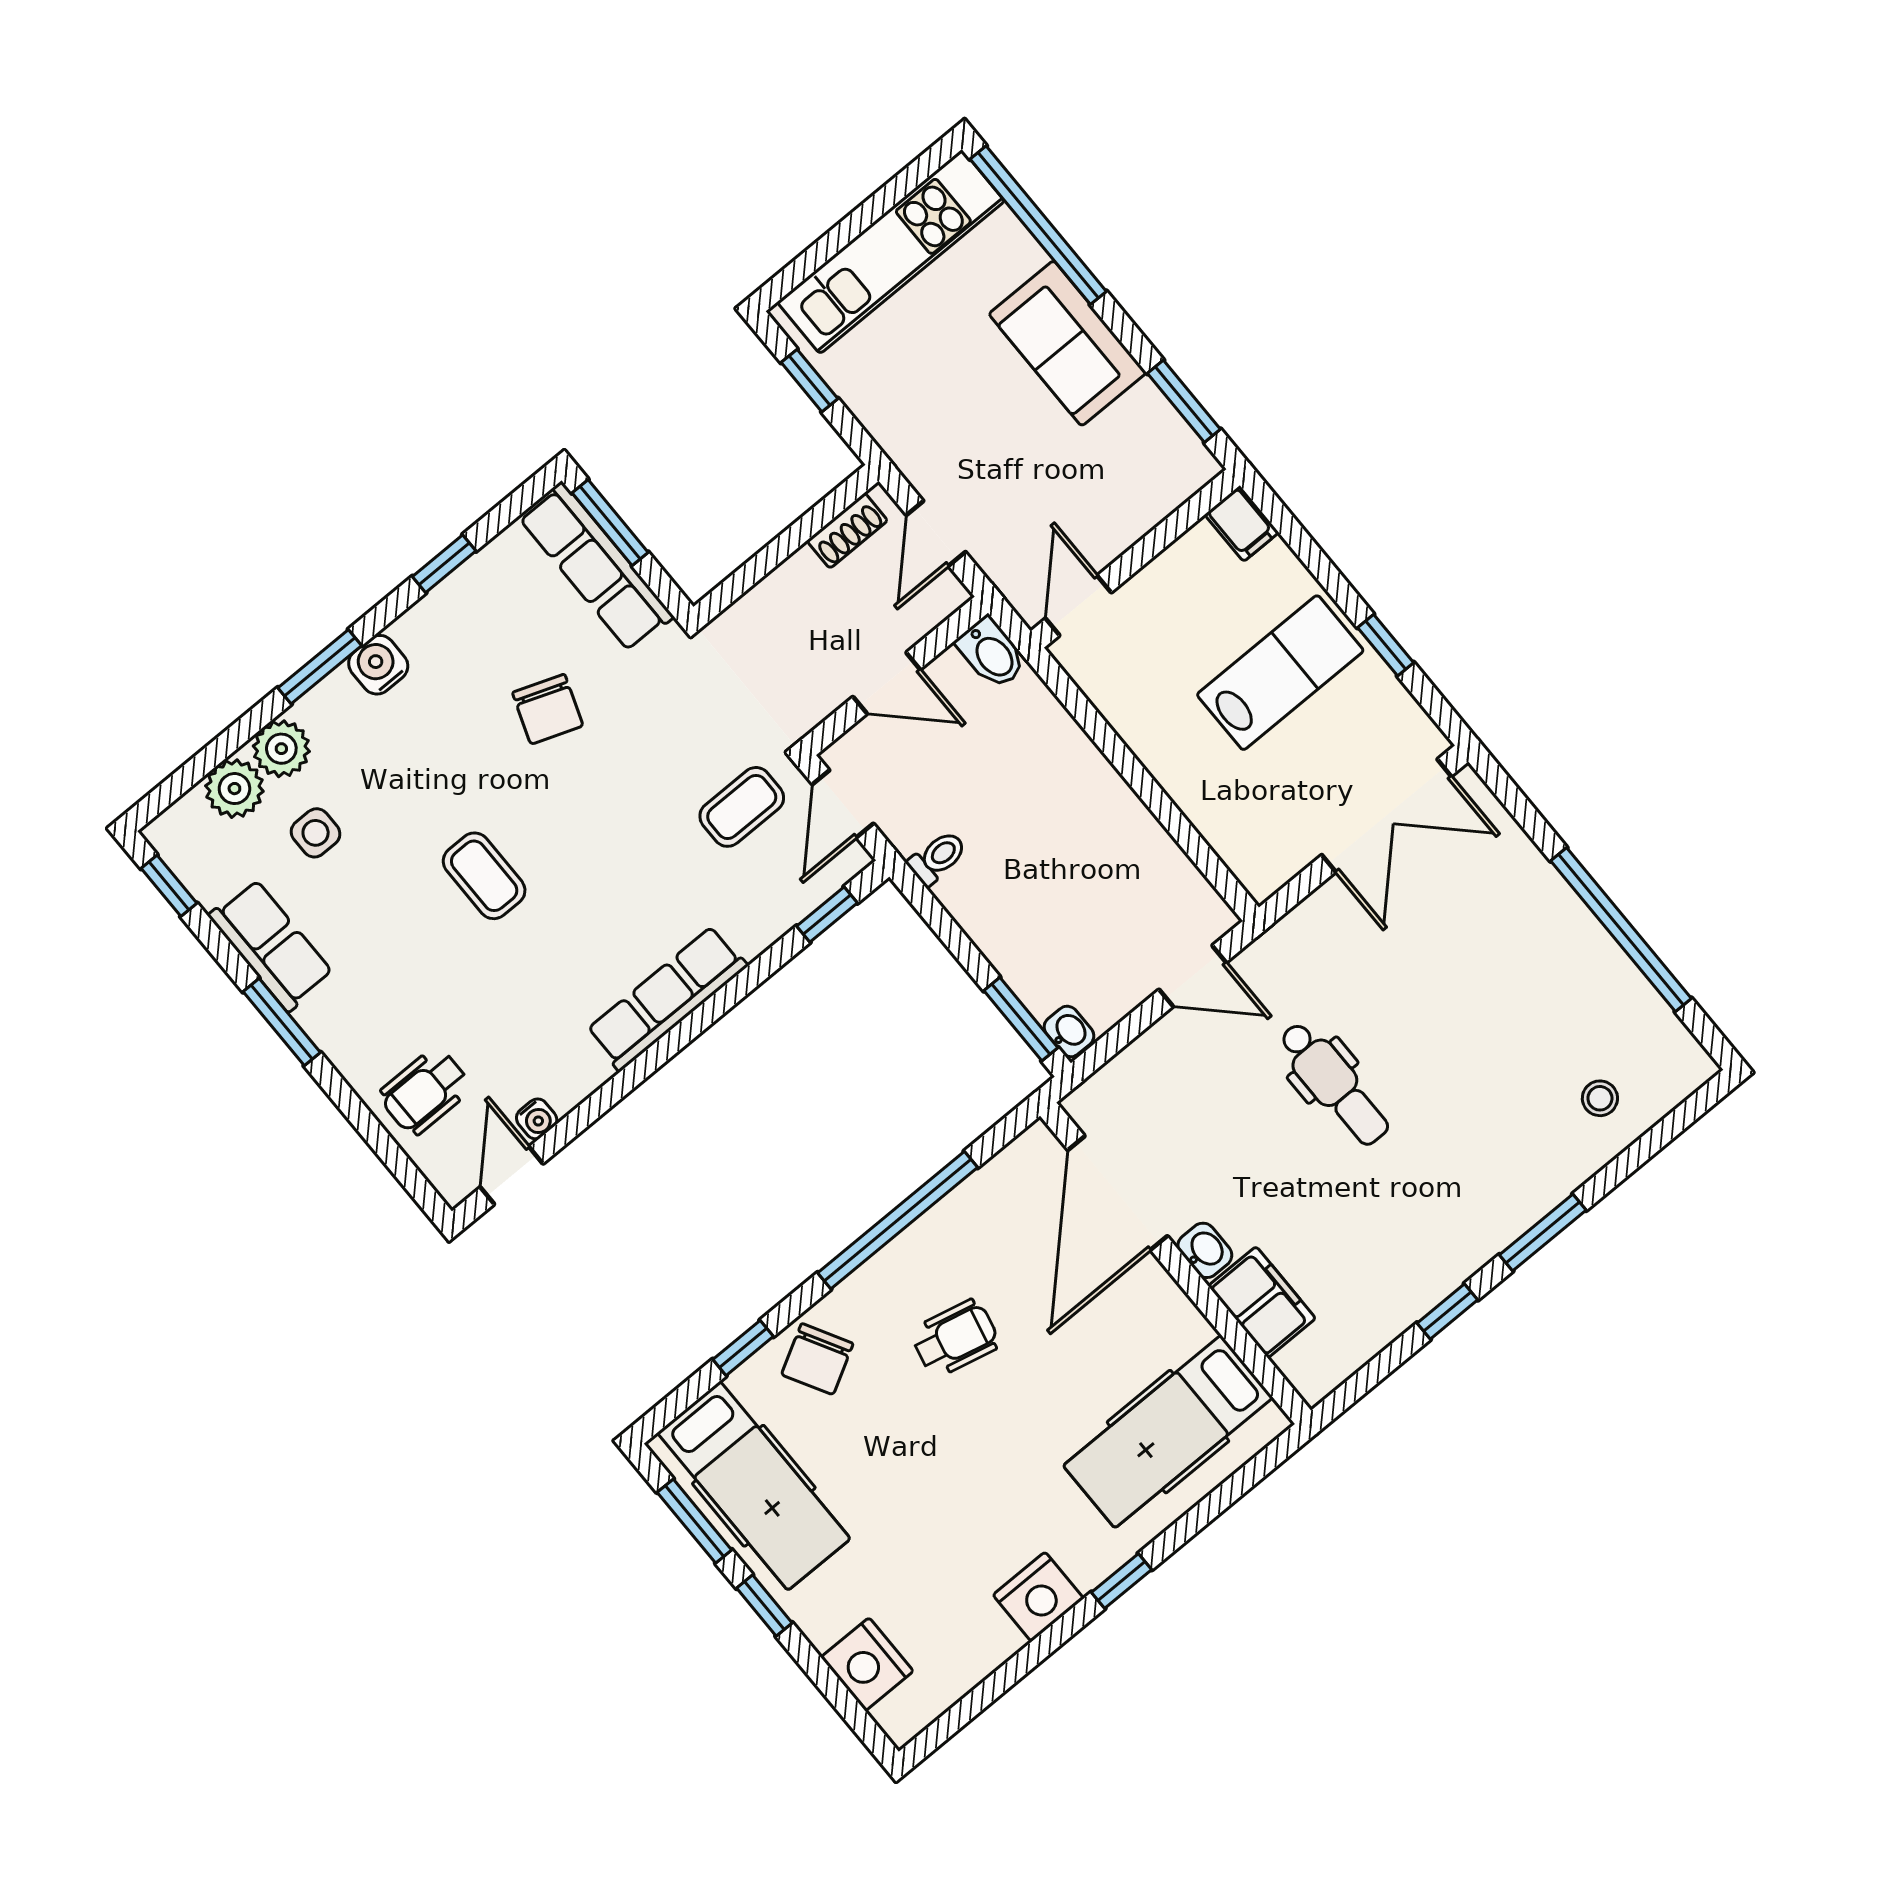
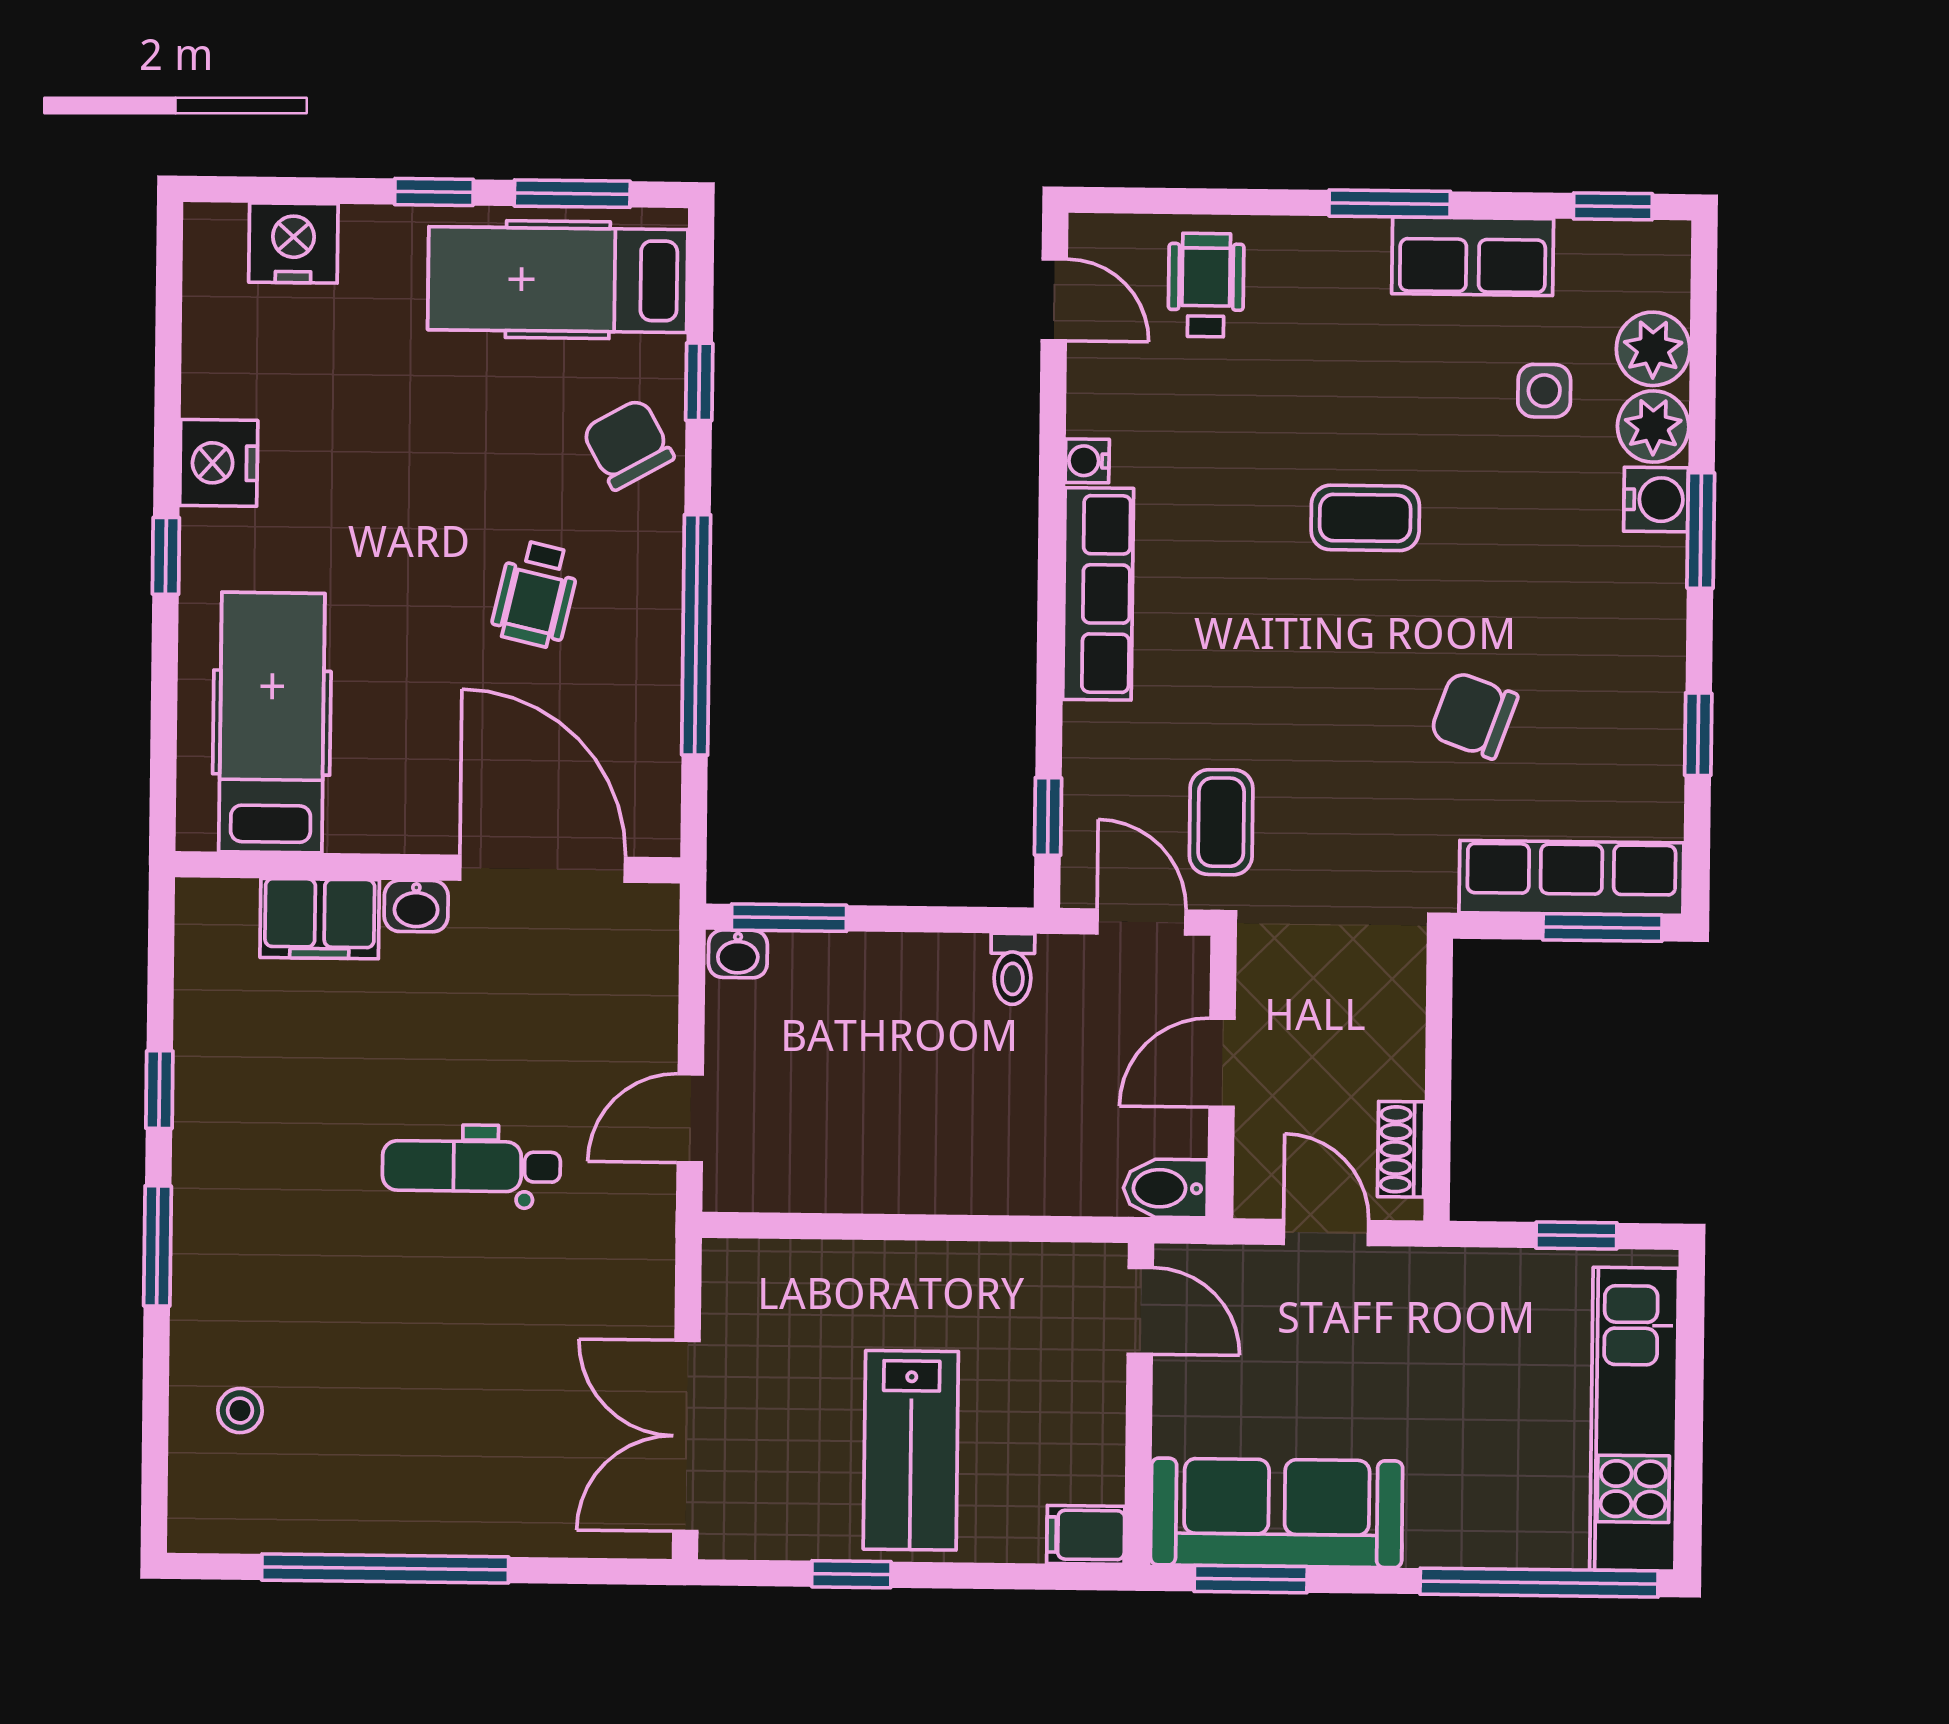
sofa: (1068, 343) -> (1277, 1513), moved, width x1.36
water cooler: (378, 665) -> (1656, 500), moved
water cooler: (537, 1119) -> (1087, 461), moved

